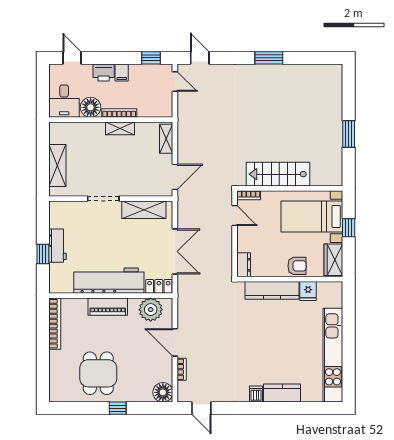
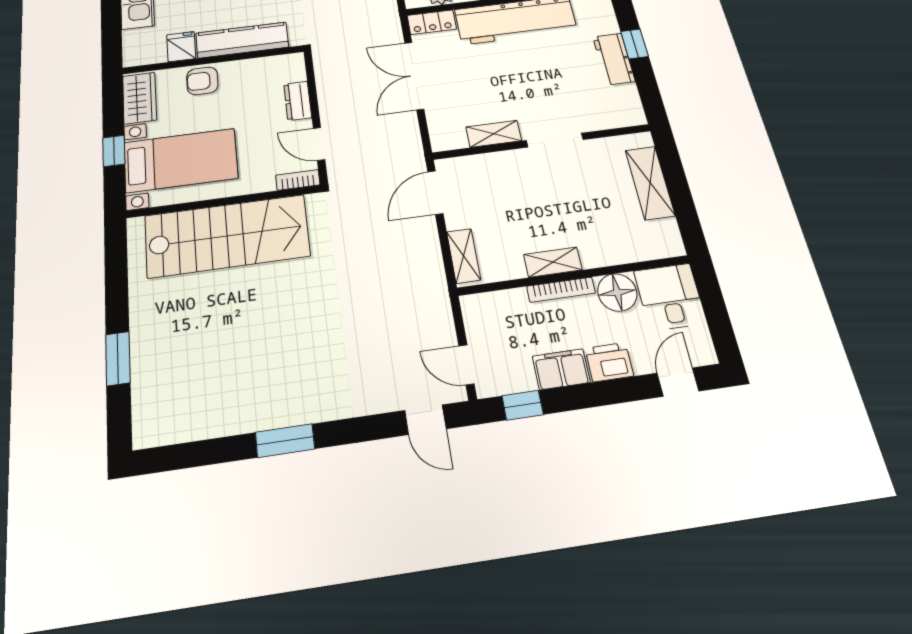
door: (72, 58) -> (678, 382), swing flipped
filing cabinet: (122, 72) -> (561, 369), width x2.00
window: (349, 134) -> (118, 359), moved
stairs: (278, 174) -> (227, 236), width x1.36, depth x1.51
shelving: (144, 210) -> (494, 134), width x0.67, depth x0.75
dresser: (244, 265) -> (298, 101), moved

